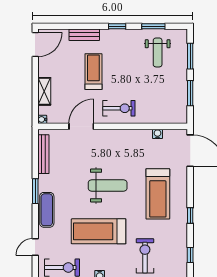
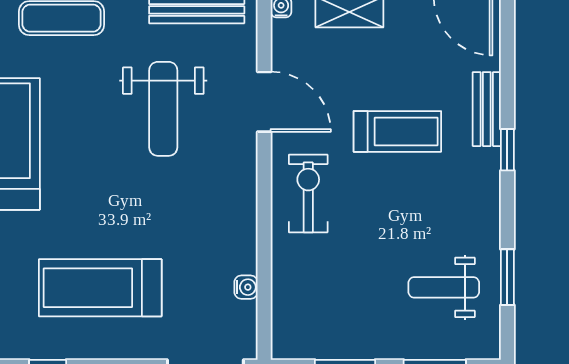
window: (117, 26) -> (507, 150), moved
exercise bike: (119, 108) -> (308, 194), turned 180
weight bench: (108, 185) -> (163, 109), moved

